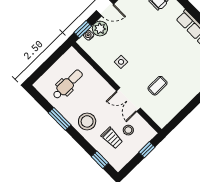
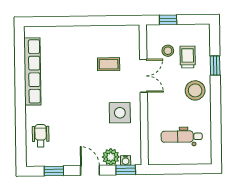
side table: (121, 62) -> (120, 113), width x1.87, depth x1.87
window: (60, 119) -> (216, 114), removed
window: (100, 160) -> (215, 65), moved

